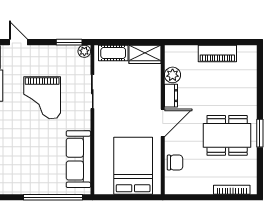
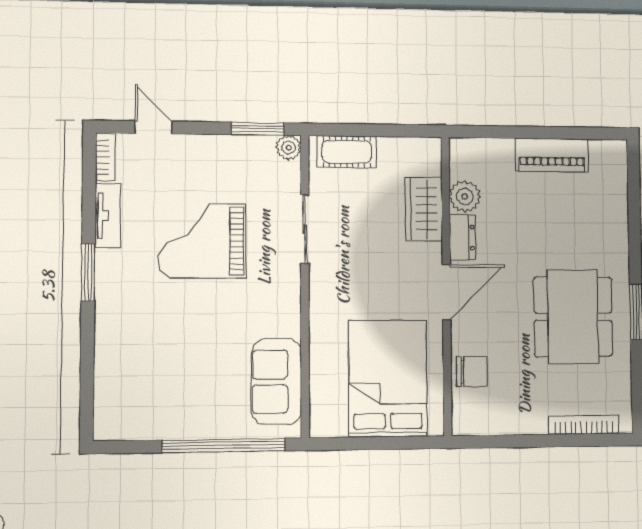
wardrobe: (145, 54) -> (424, 209), moved, turned 90
grand piano: (42, 98) -> (202, 241), turned 90
dining table: (227, 135) -> (573, 317), turned 90
sofa: (78, 159) -> (276, 382), width x0.73

